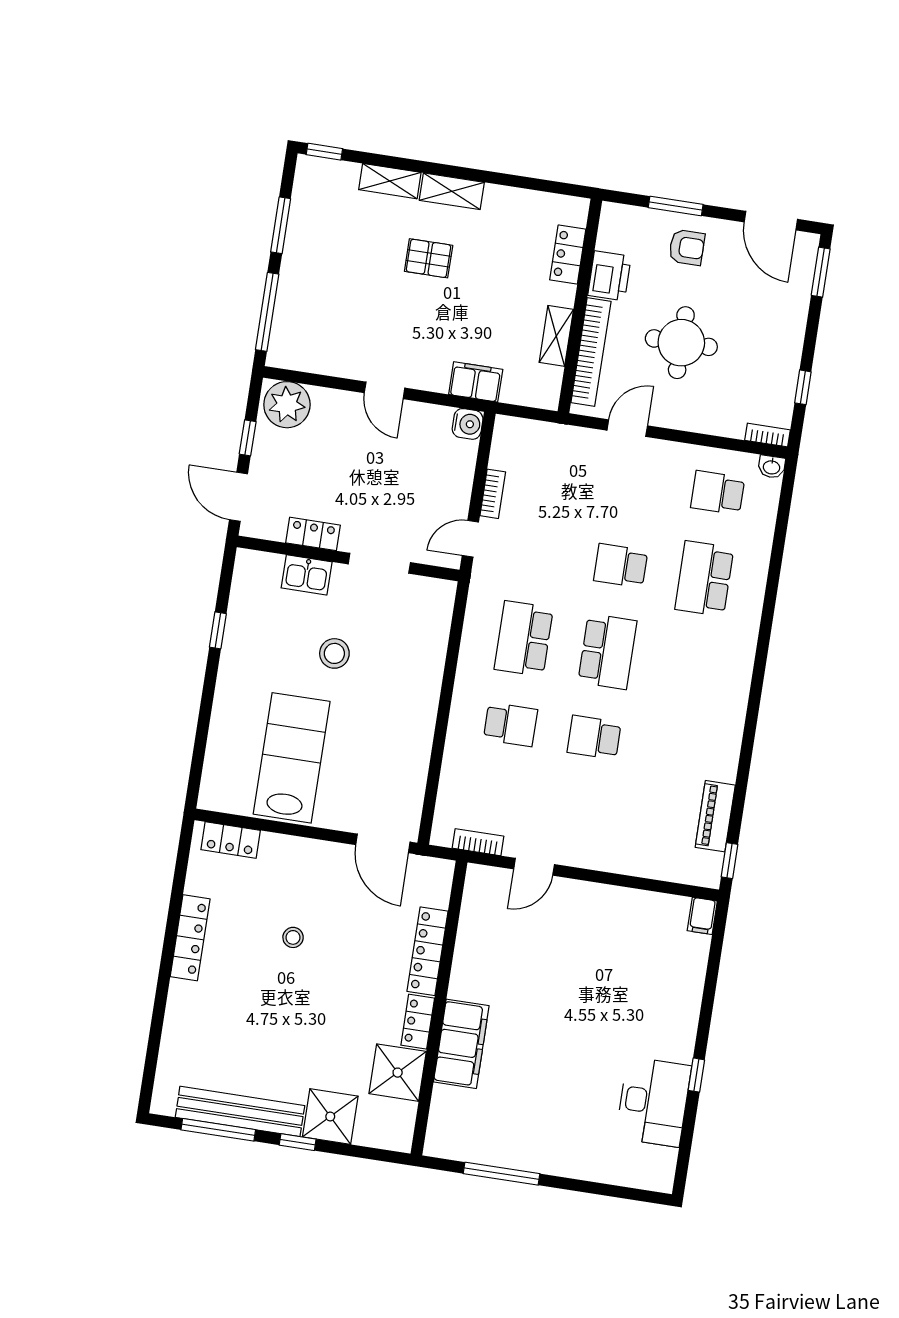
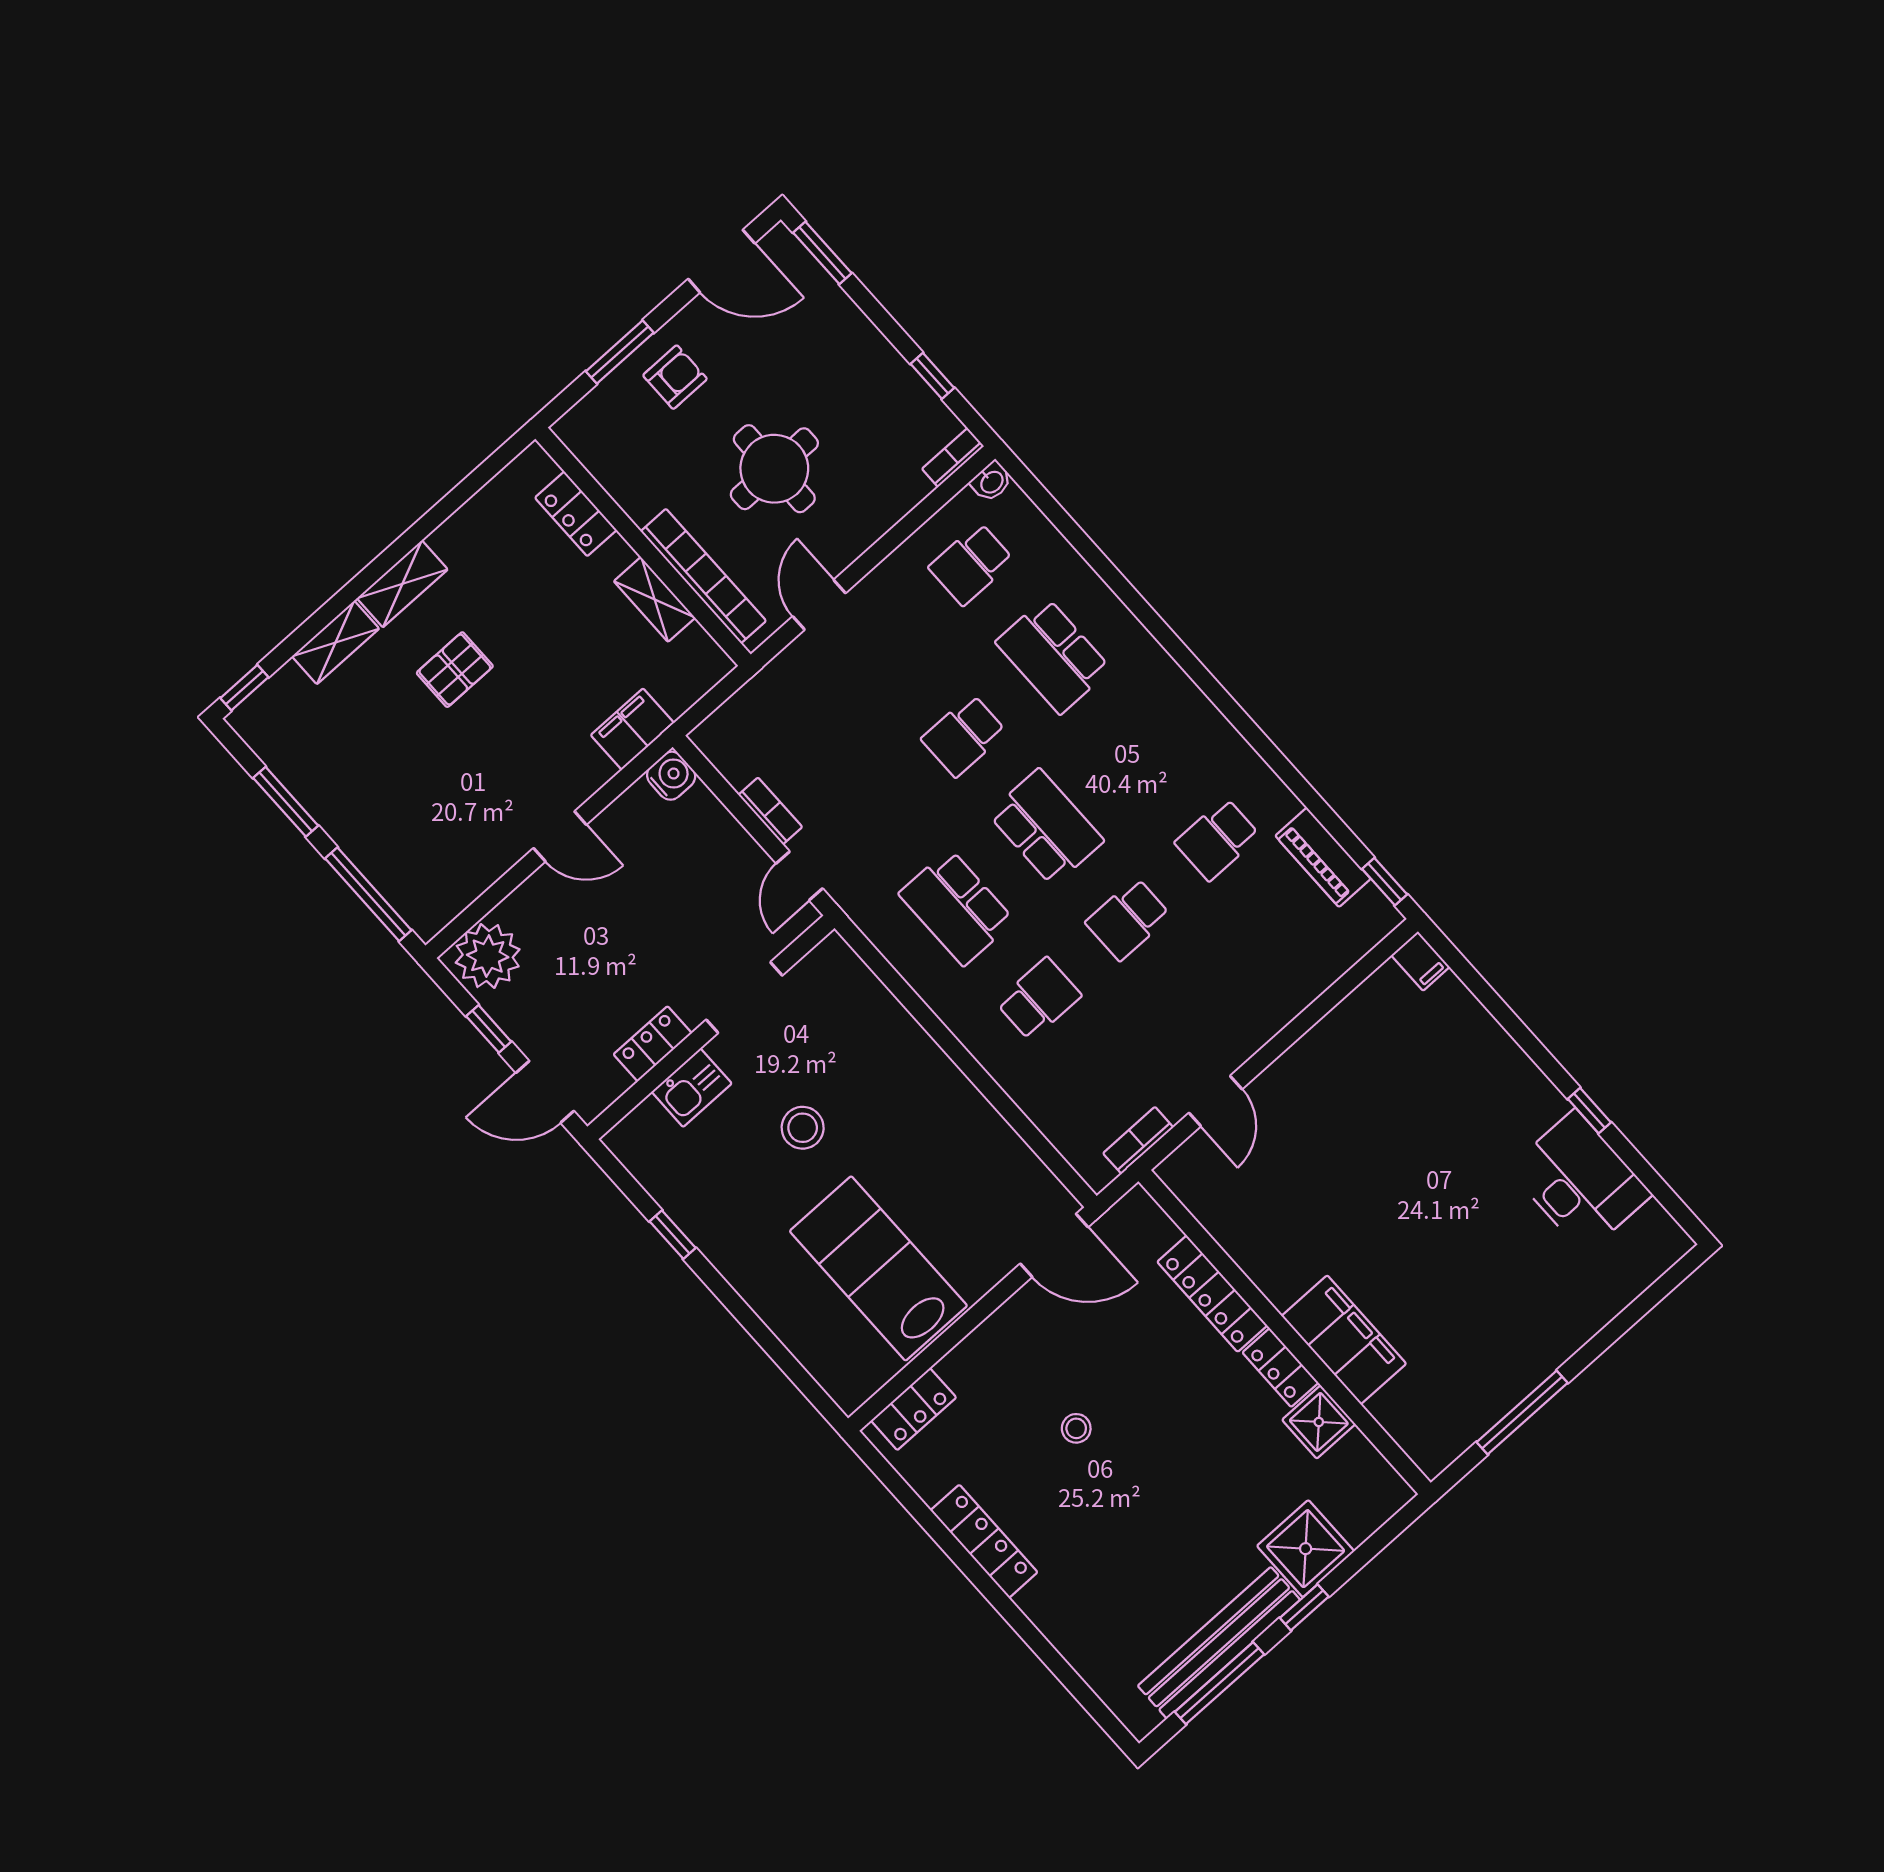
printer: (609, 276) -> (637, 487), removed
school desk: (678, 750) -> (1217, 839), added
shower: (398, 1073) -> (1319, 1422), width x0.73, depth x0.73

